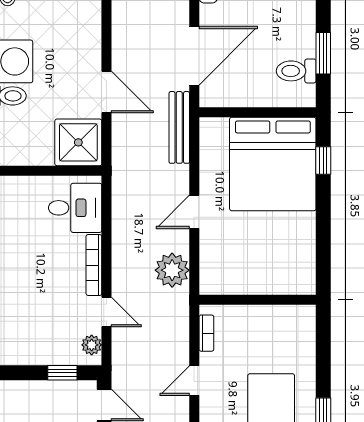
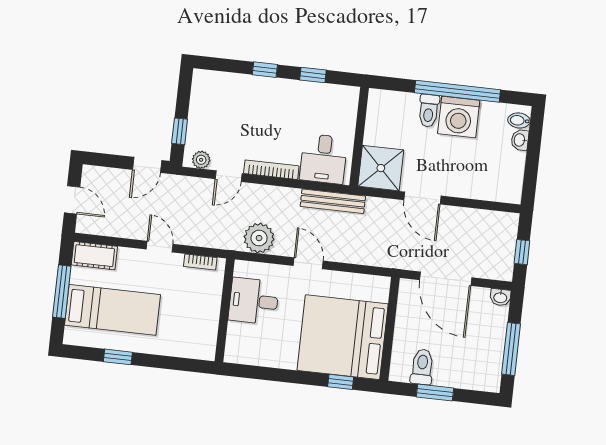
door: (107, 92) -> (422, 198), hinge flipped
bench: (179, 127) -> (333, 201), moved
desk: (243, 268) -> (254, 301), added

